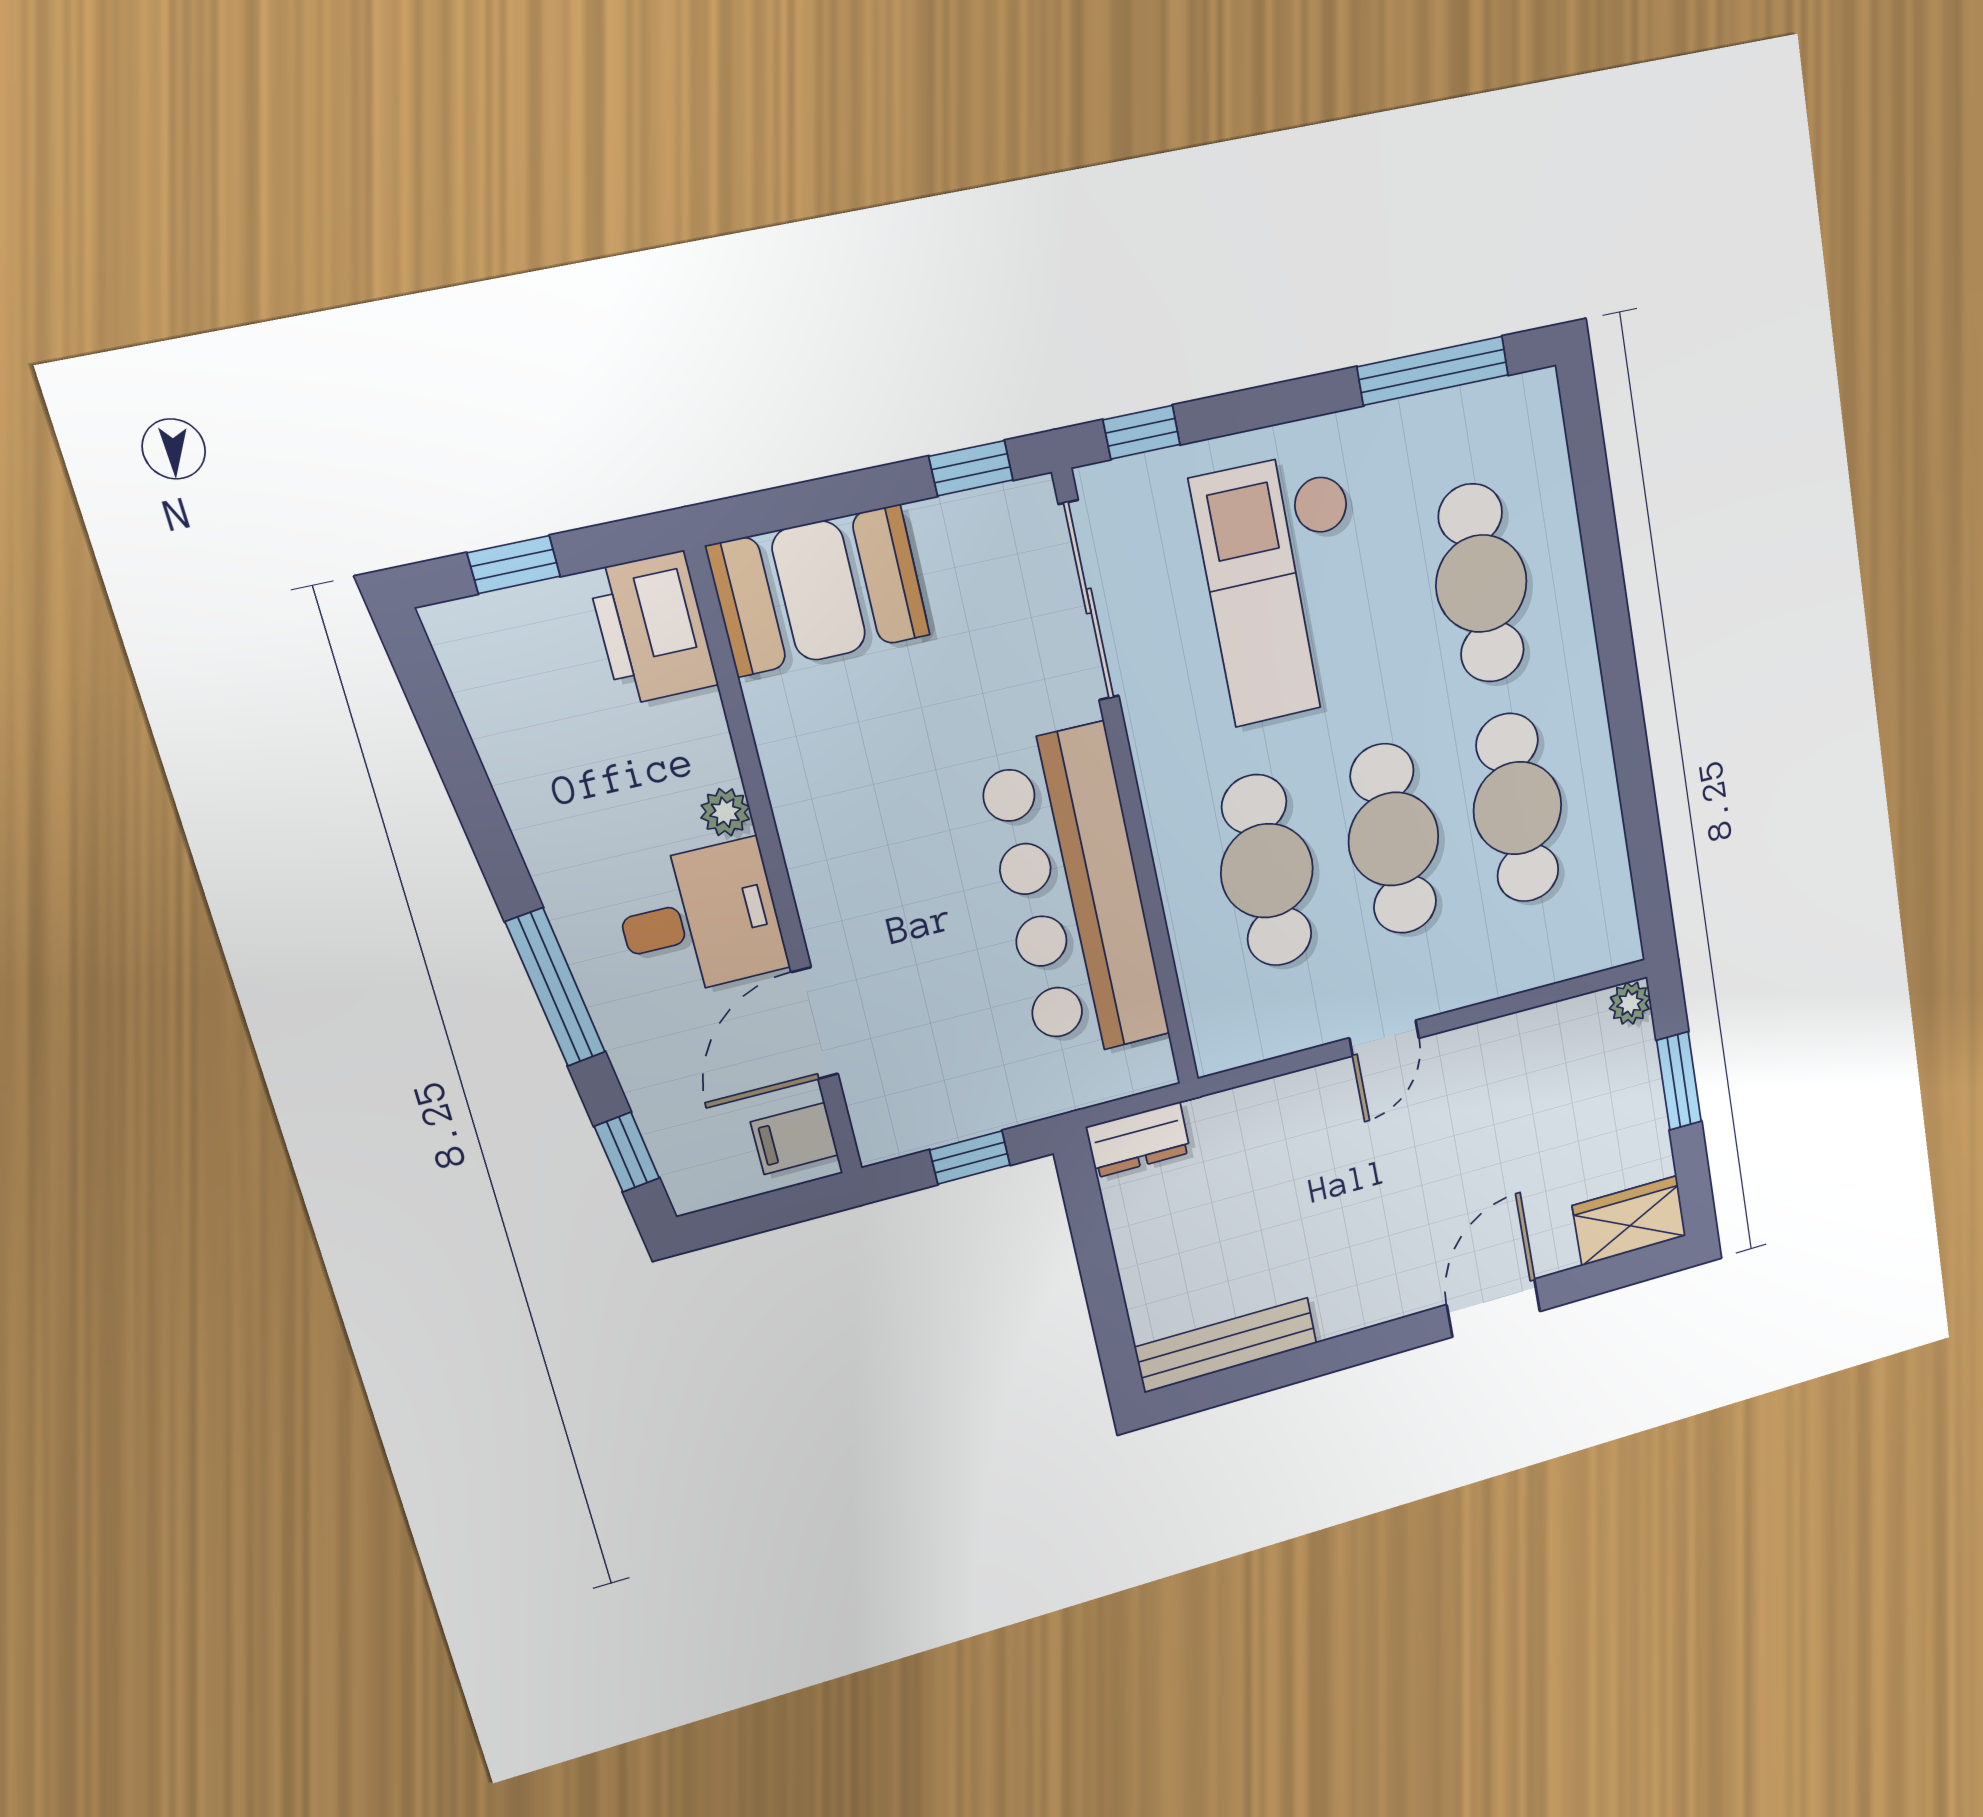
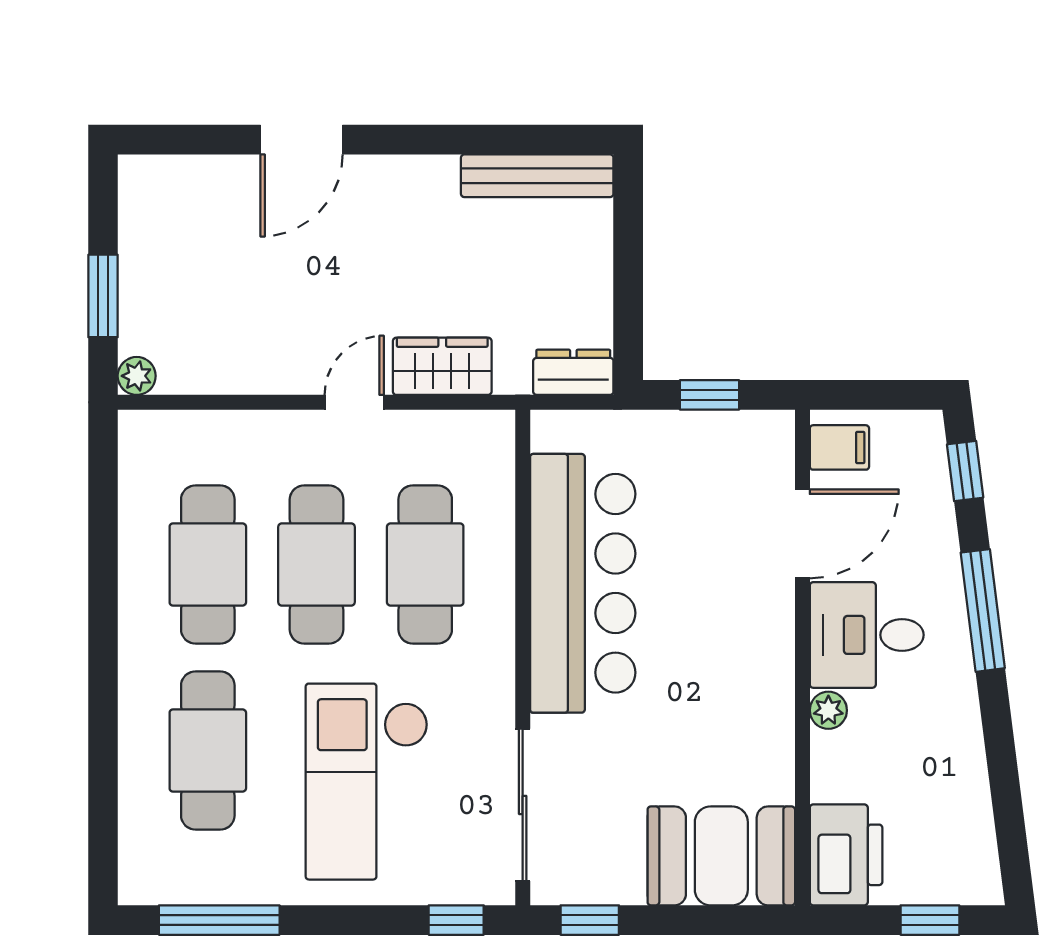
checkout: (1286, 588) -> (367, 782), turned 180
wardrobe: (1629, 1221) -> (442, 366), moved, turned 180

